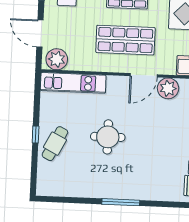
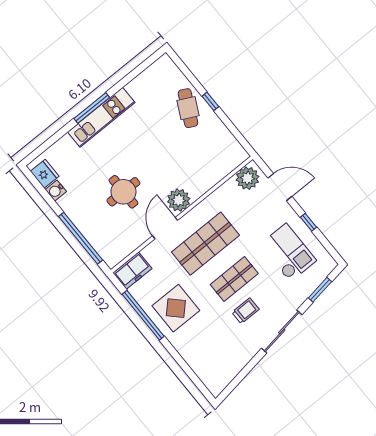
kitchen unit: (73, 83) -> (101, 117), moved, turned 180
plant: (168, 88) -> (179, 200), moved
round table: (108, 137) -> (123, 192), moved

